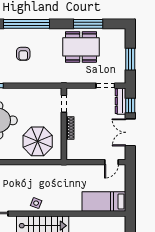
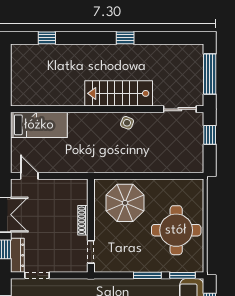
window: (20, 86) -> (147, 275), added
door: (111, 162) -> (29, 176), hinge flipped

